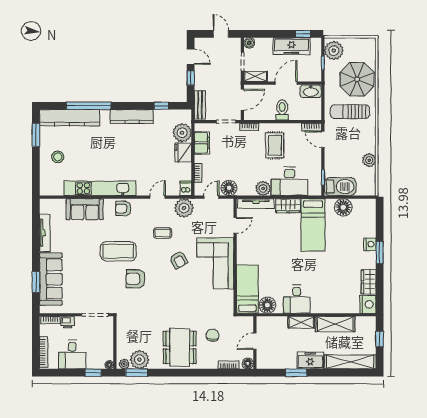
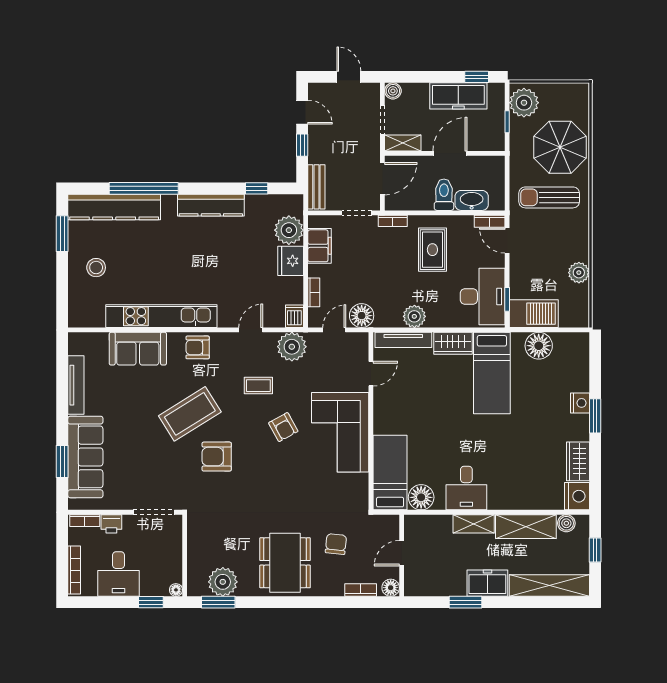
washbasin: (311, 91) -> (472, 200), moved, turned 180
desk: (290, 181) -> (483, 297), moved, turned -90
coffee table: (118, 251) -> (190, 414), turned -32
boiler: (361, 322) -> (566, 523), added
plant: (124, 364) -> (199, 589), removed

